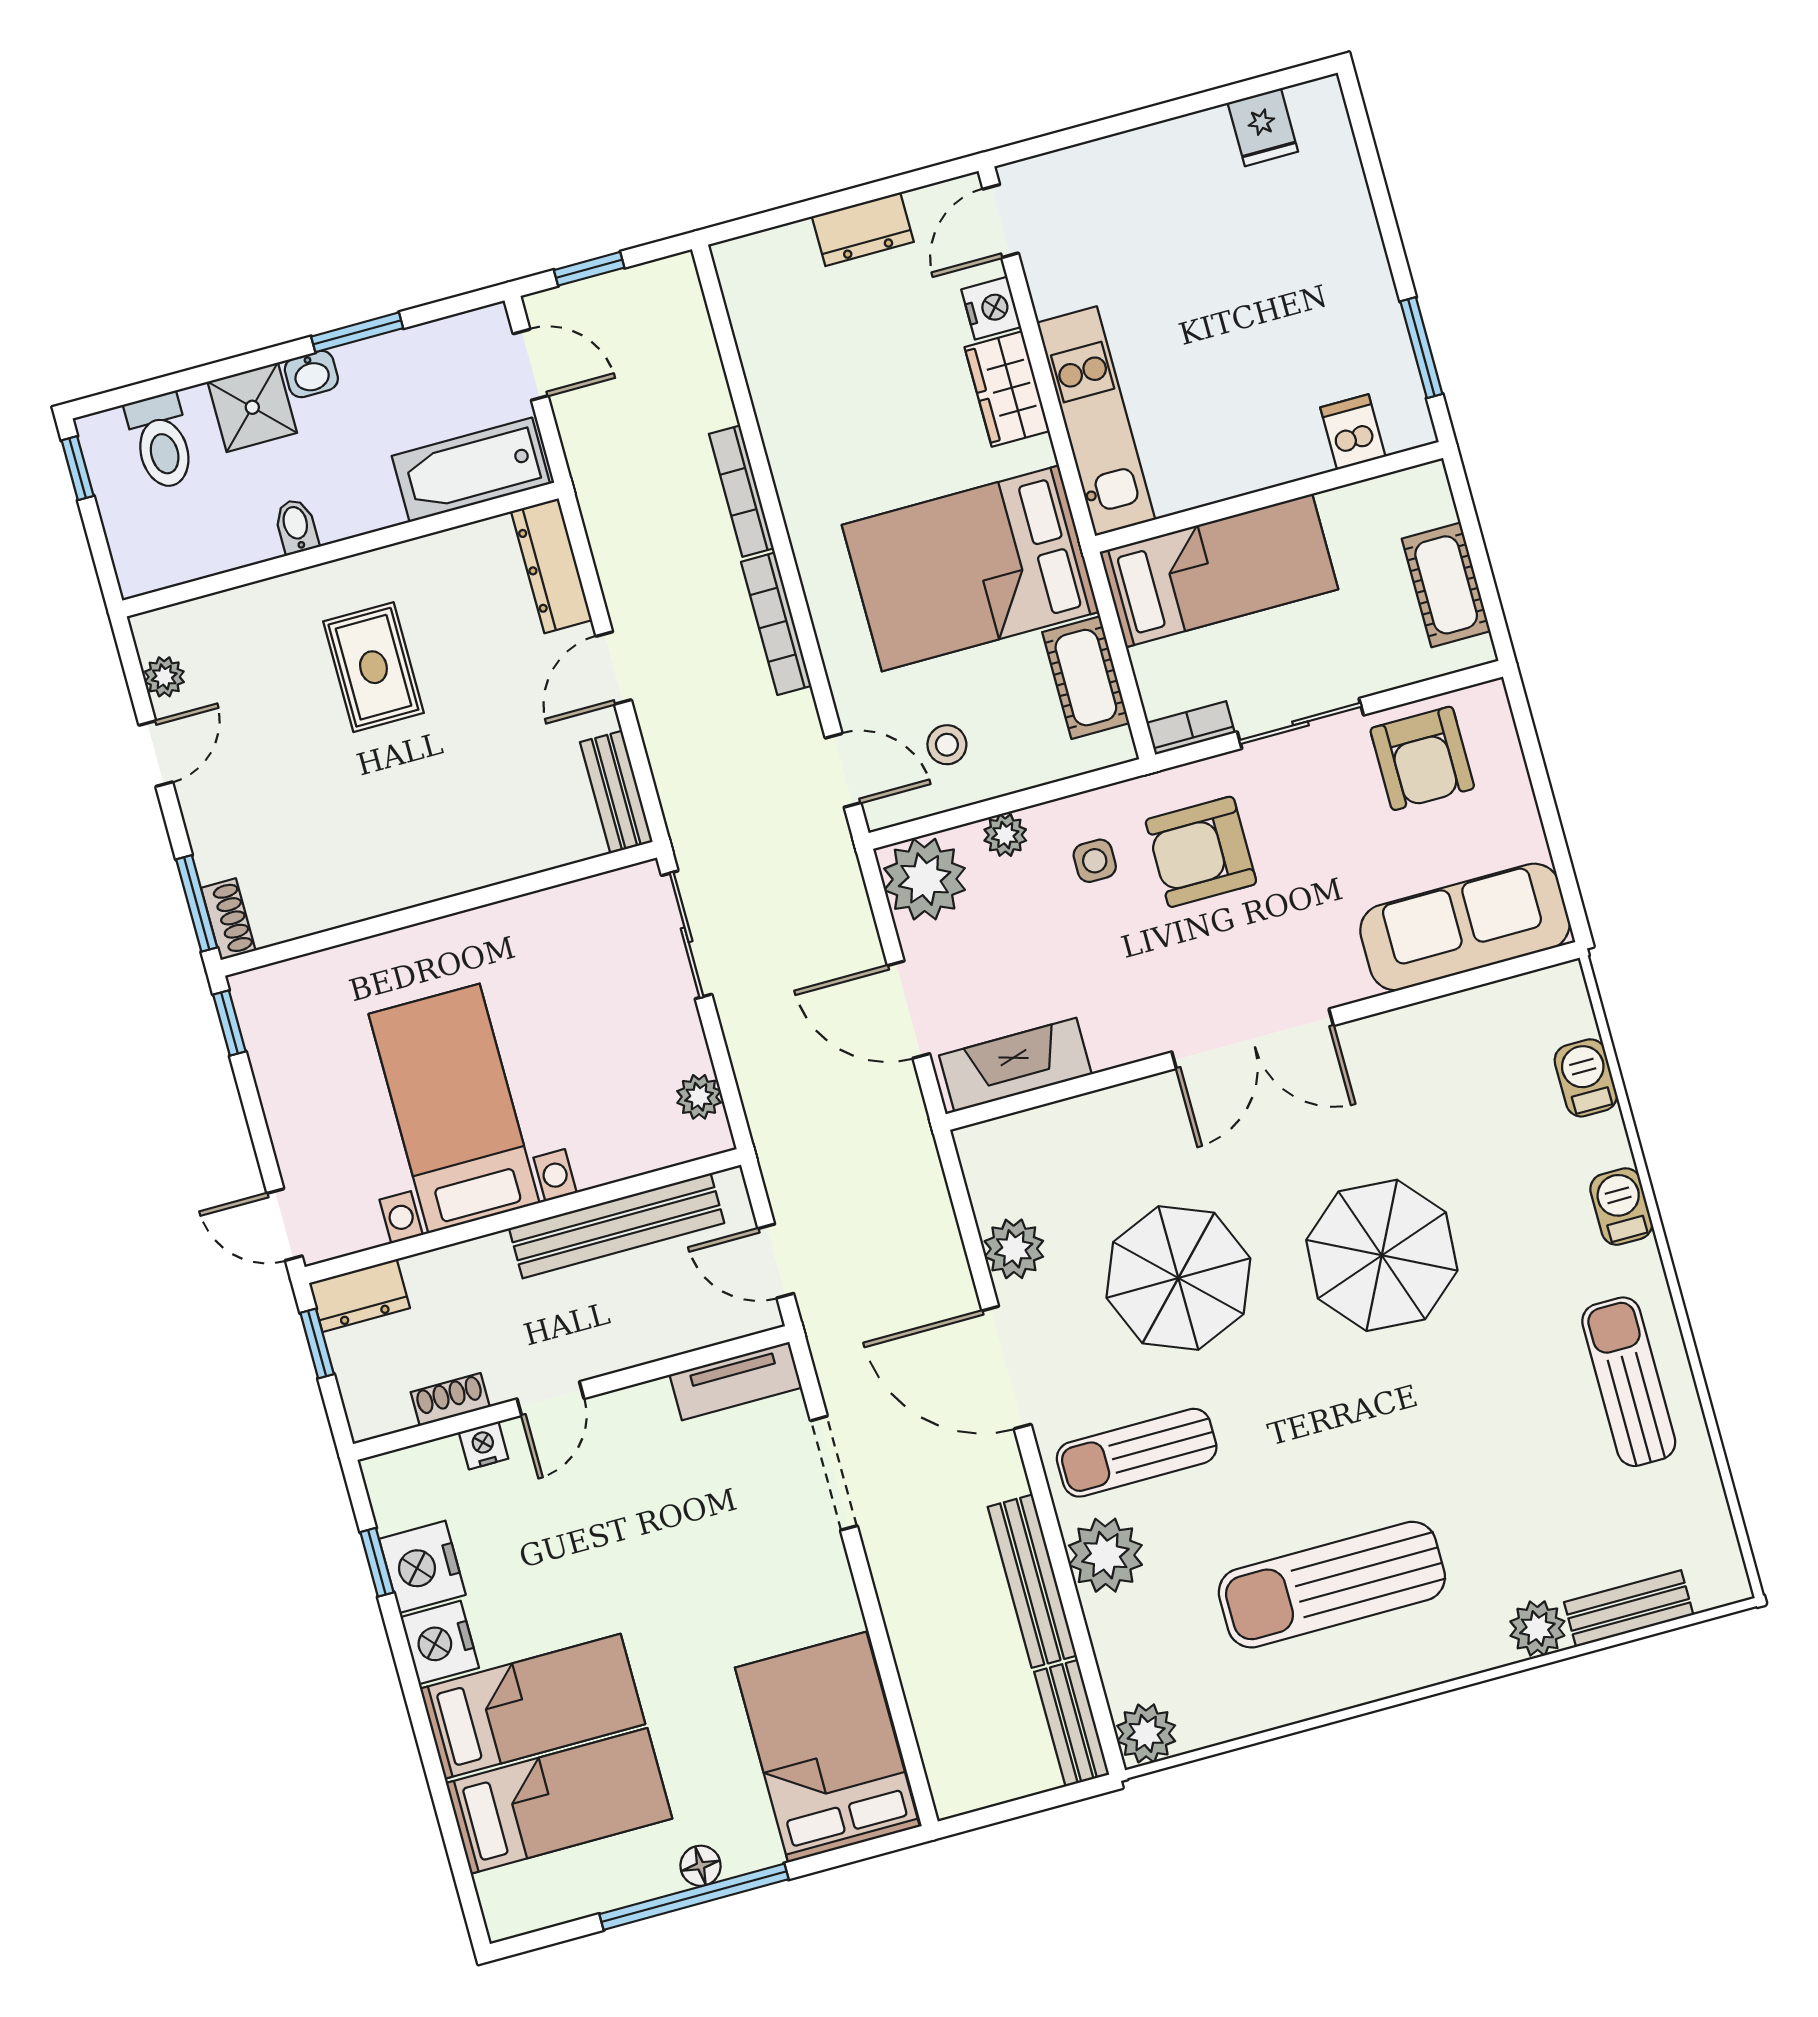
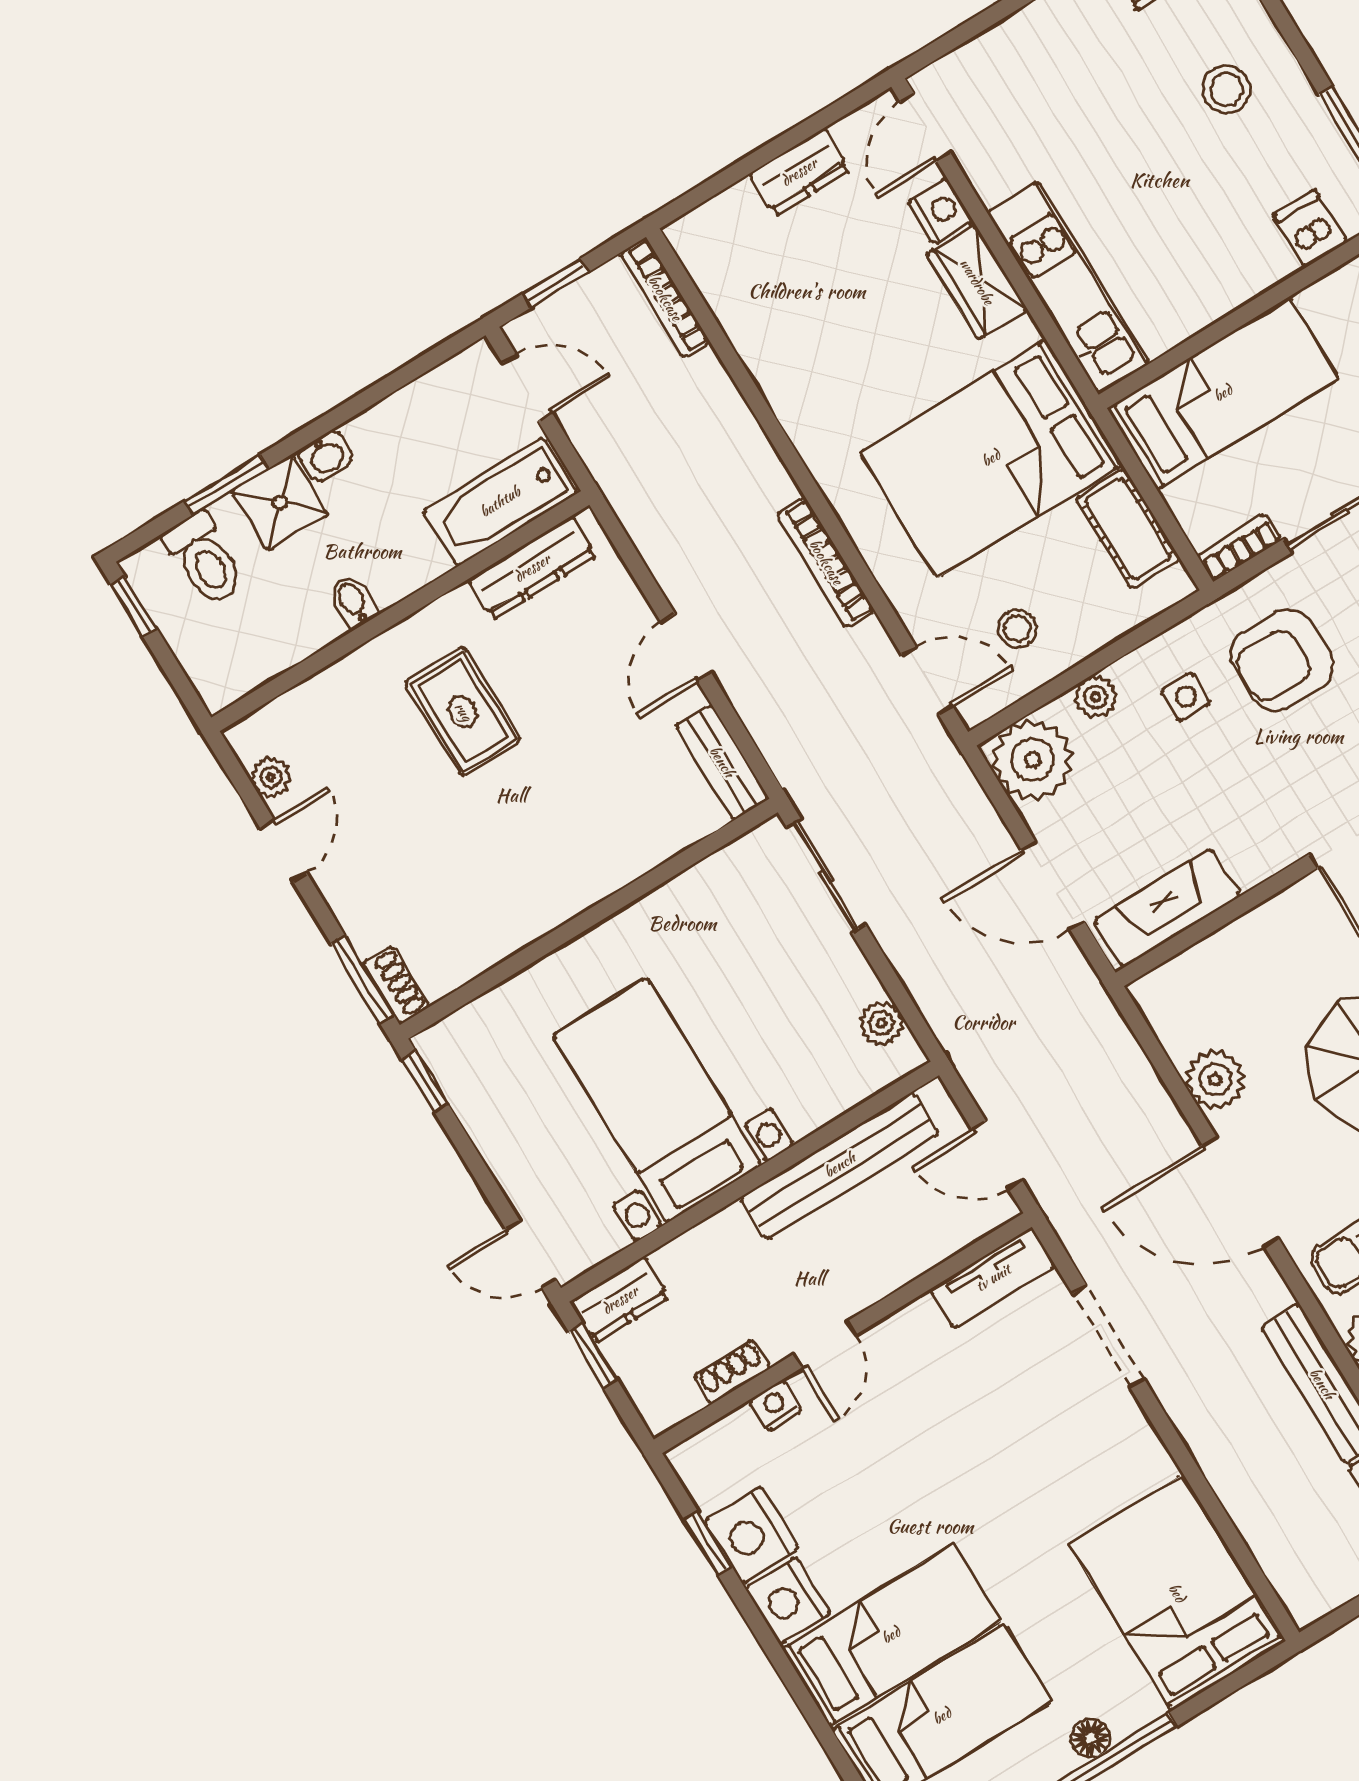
stool: (1310, 270) -> (1226, 89), added
window: (357, 332) -> (226, 485), moved
bookcase: (741, 491) -> (665, 298), moved
dresser: (552, 566) -> (532, 568), moved, turned -90

